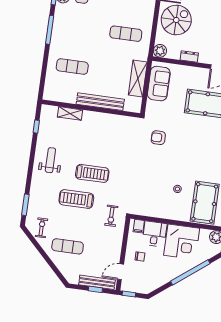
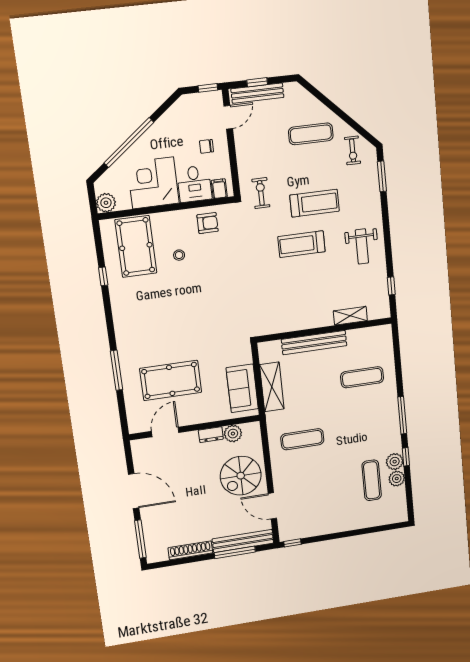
plant: (160, 51) -> (233, 434), moved
armchair: (158, 138) -> (208, 223), moved

